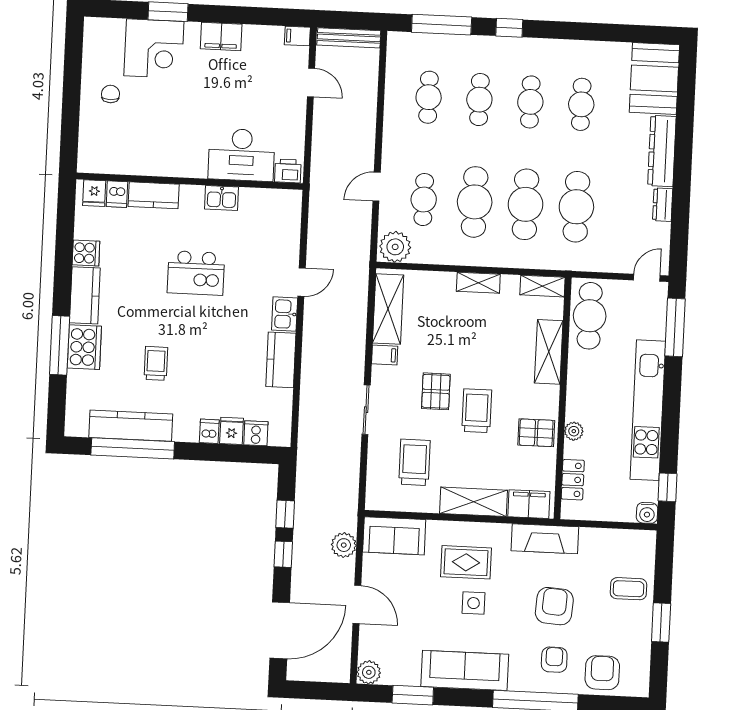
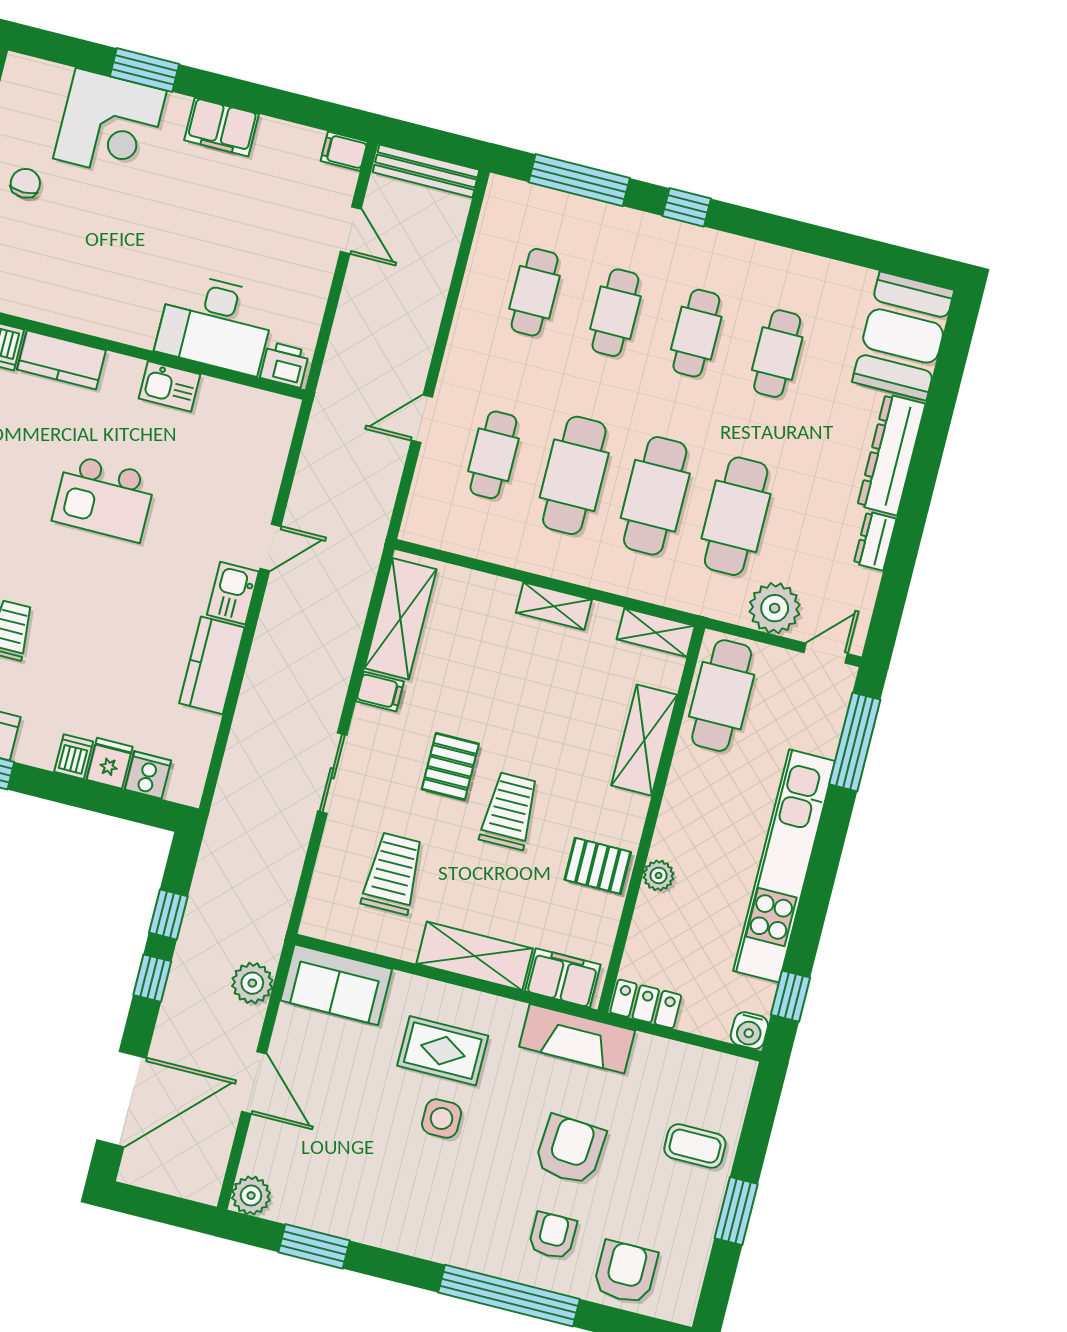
plant: (395, 247) -> (775, 608), moved
locker: (573, 480) -> (646, 1004), moved, turned -90
sofa: (465, 670) -> (406, 1224), removed

